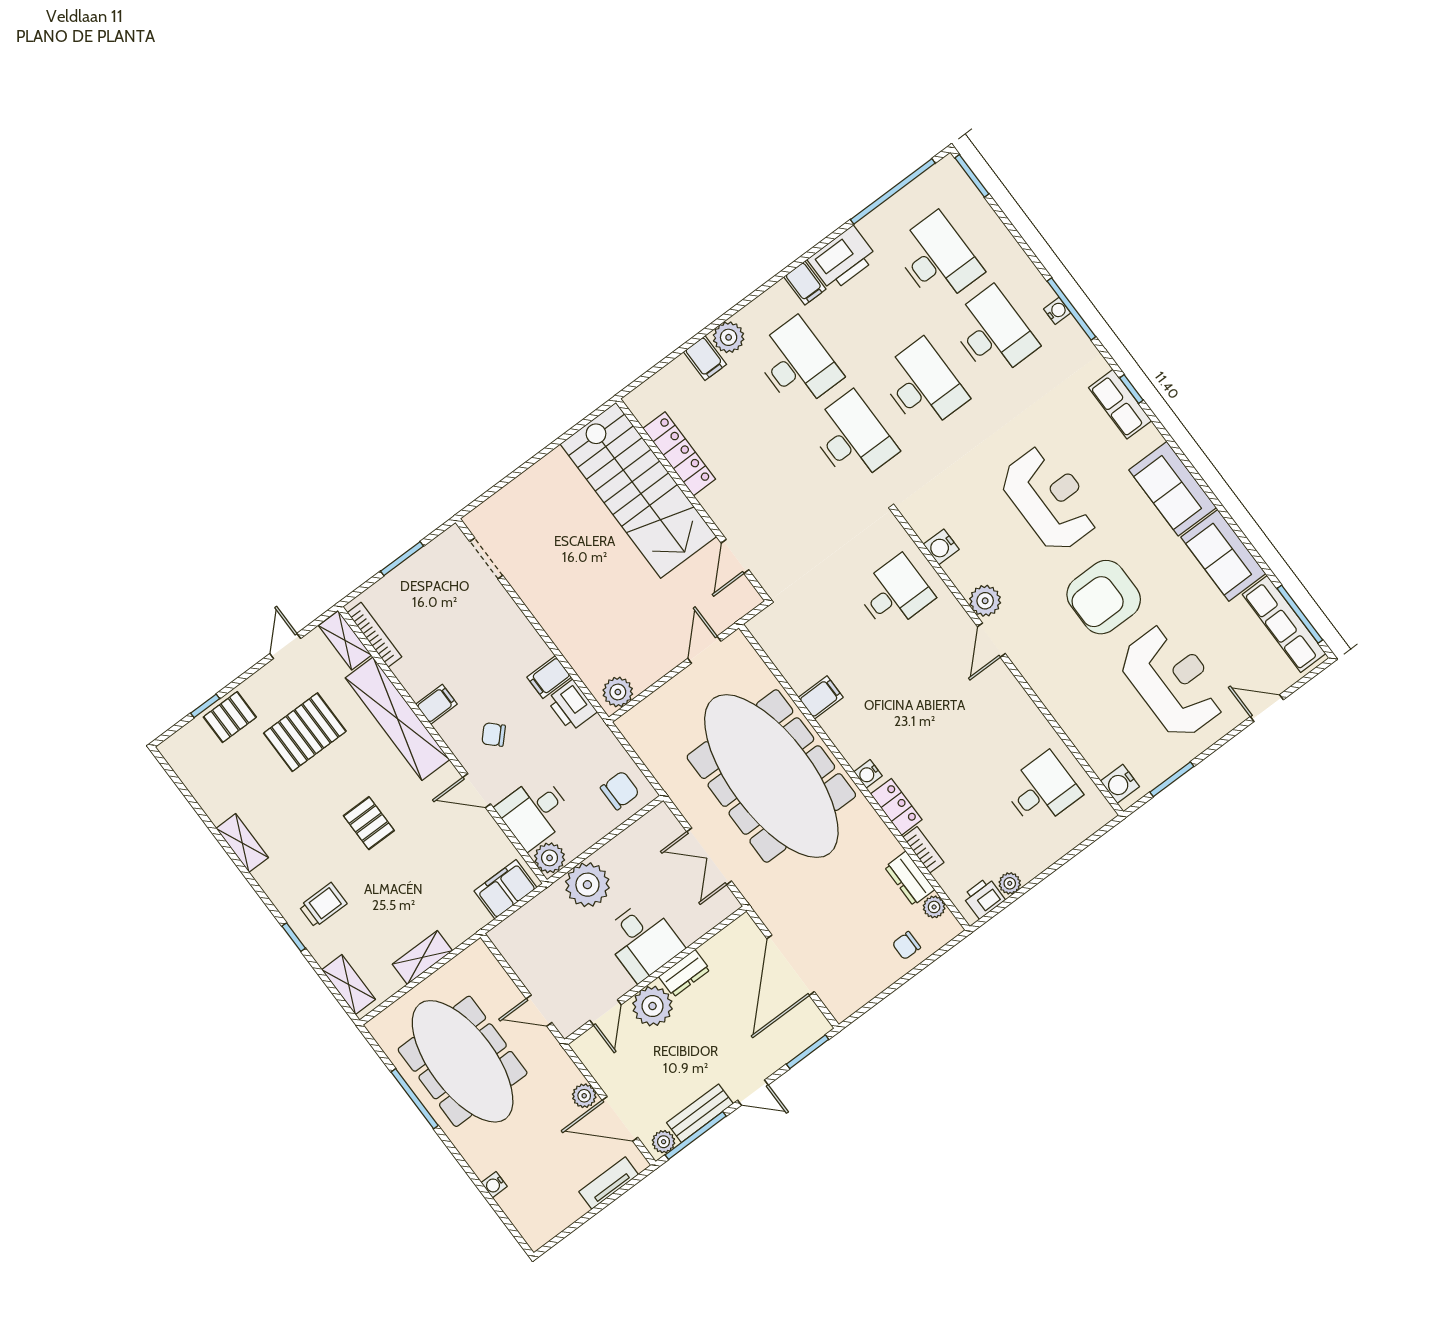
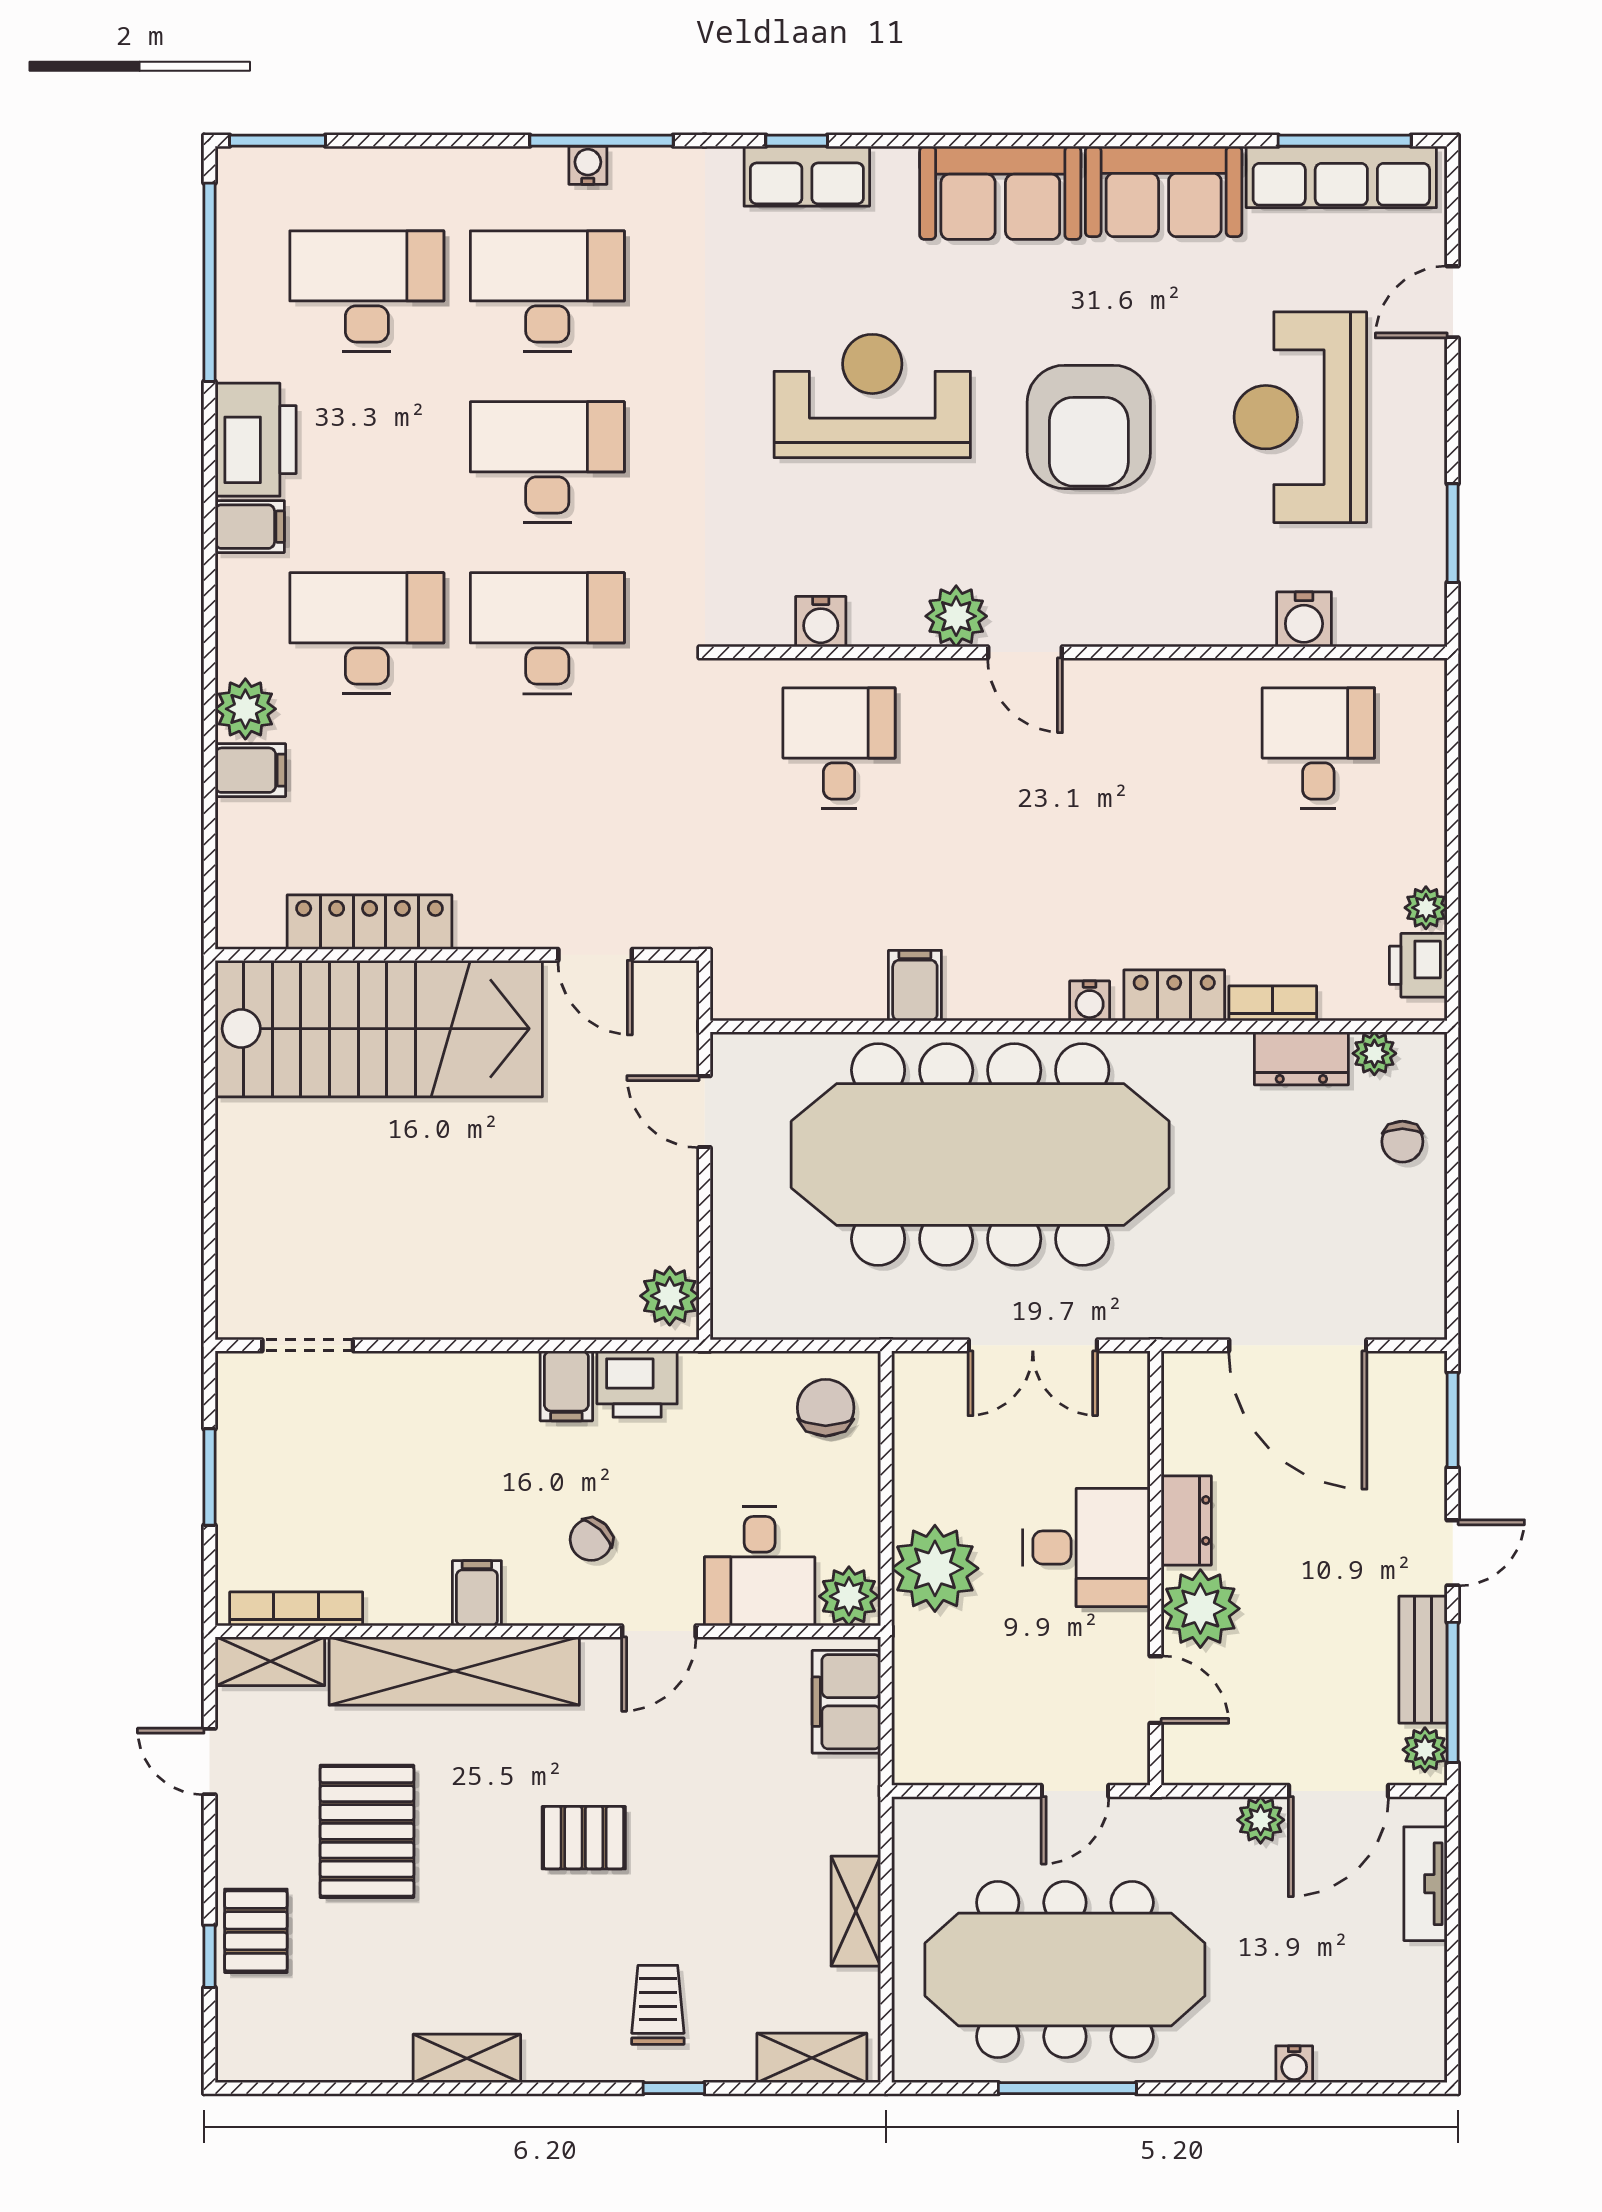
reception desk: (1173, 681) -> (1300, 417), turned -90
water cooler: (1120, 784) -> (1304, 619), moved

